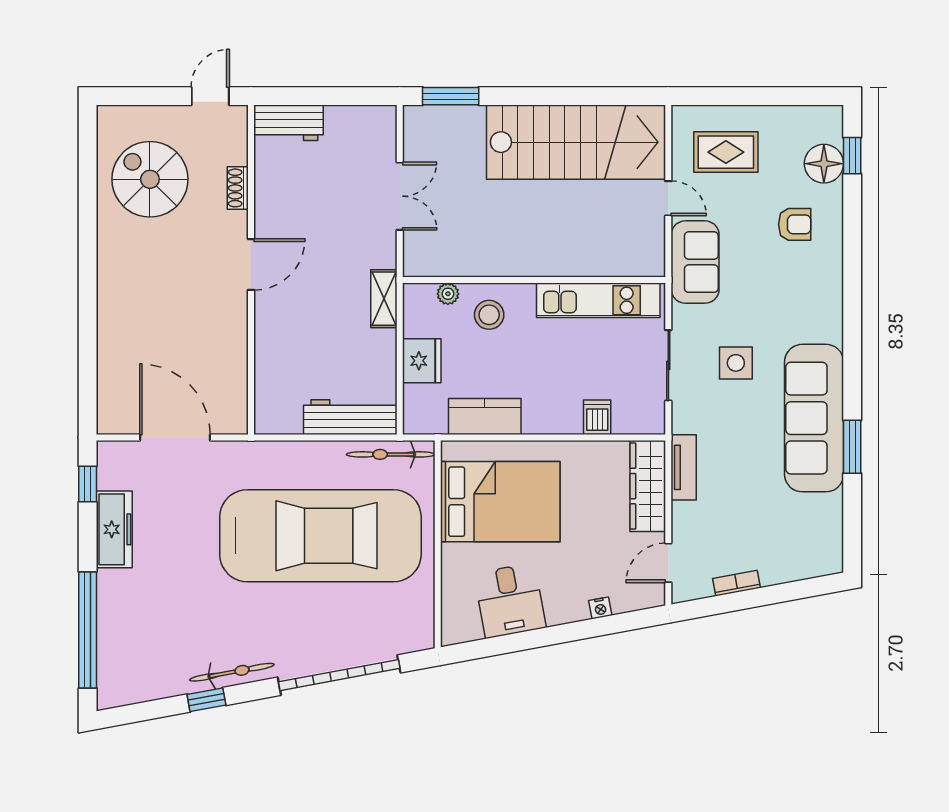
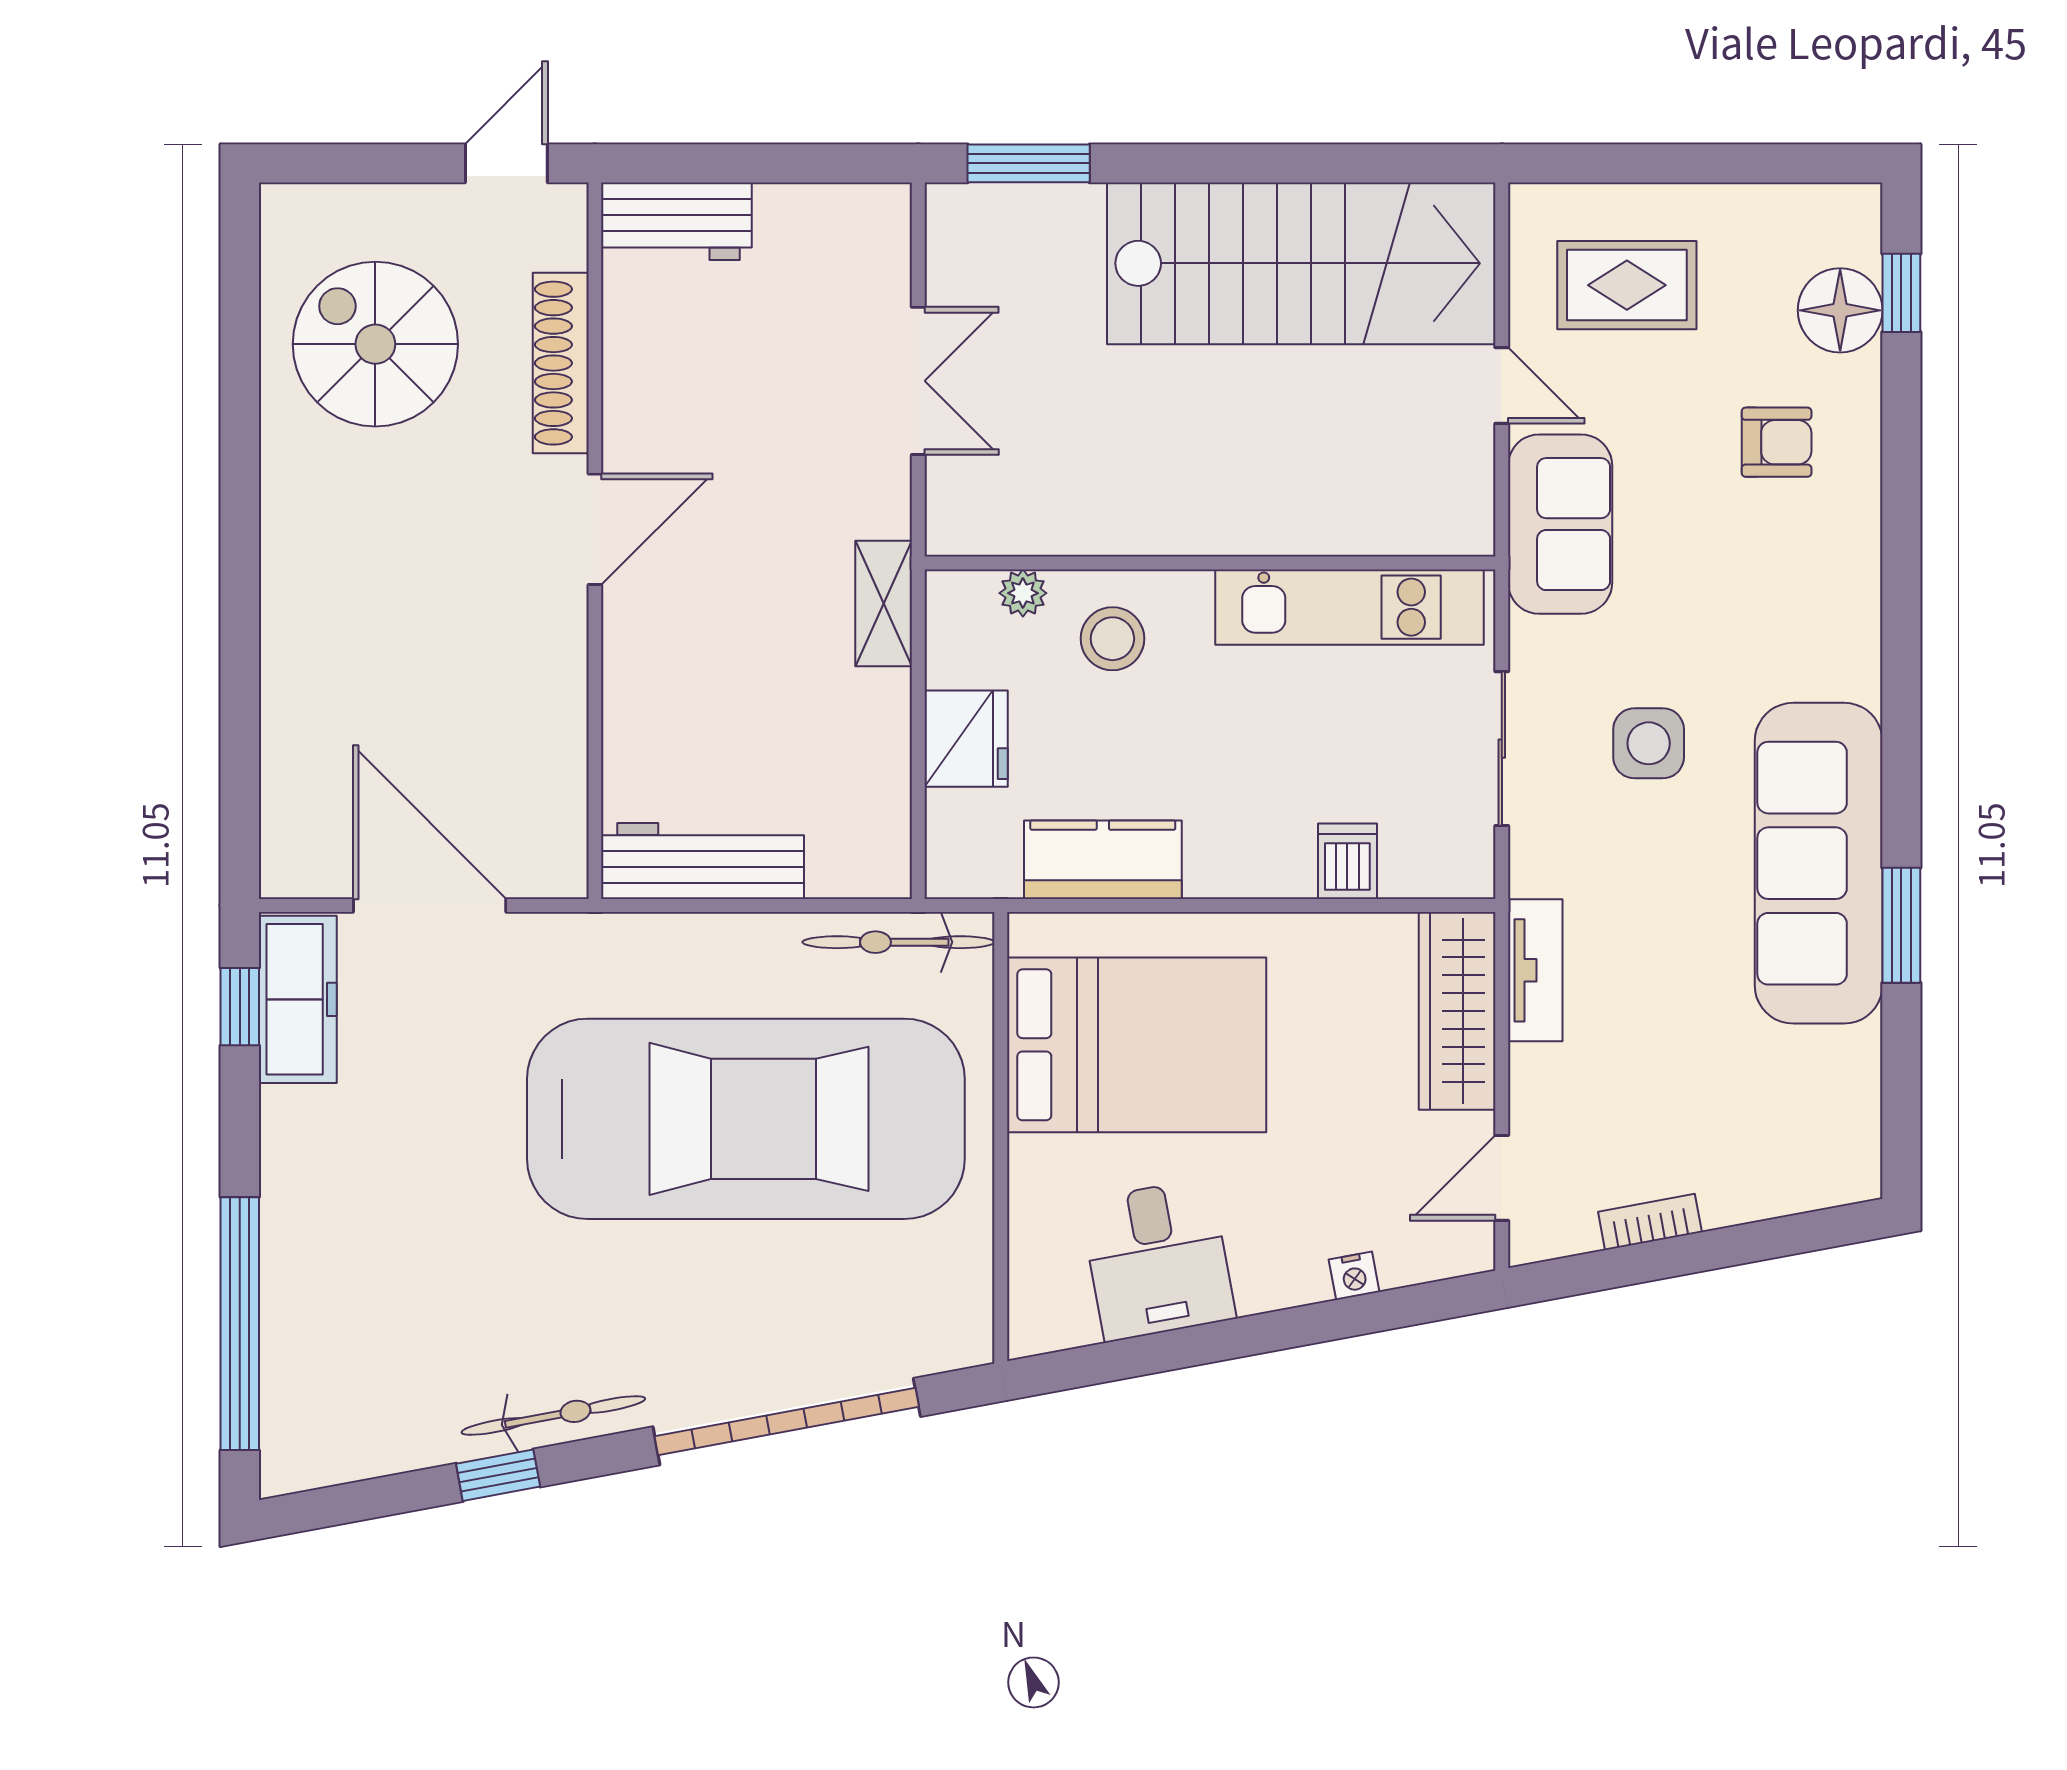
shoe rack: (238, 188) -> (561, 363), width x1.94, depth x1.24
workbench: (350, 417) -> (703, 861), moved
freezer: (114, 529) -> (298, 999), moved

